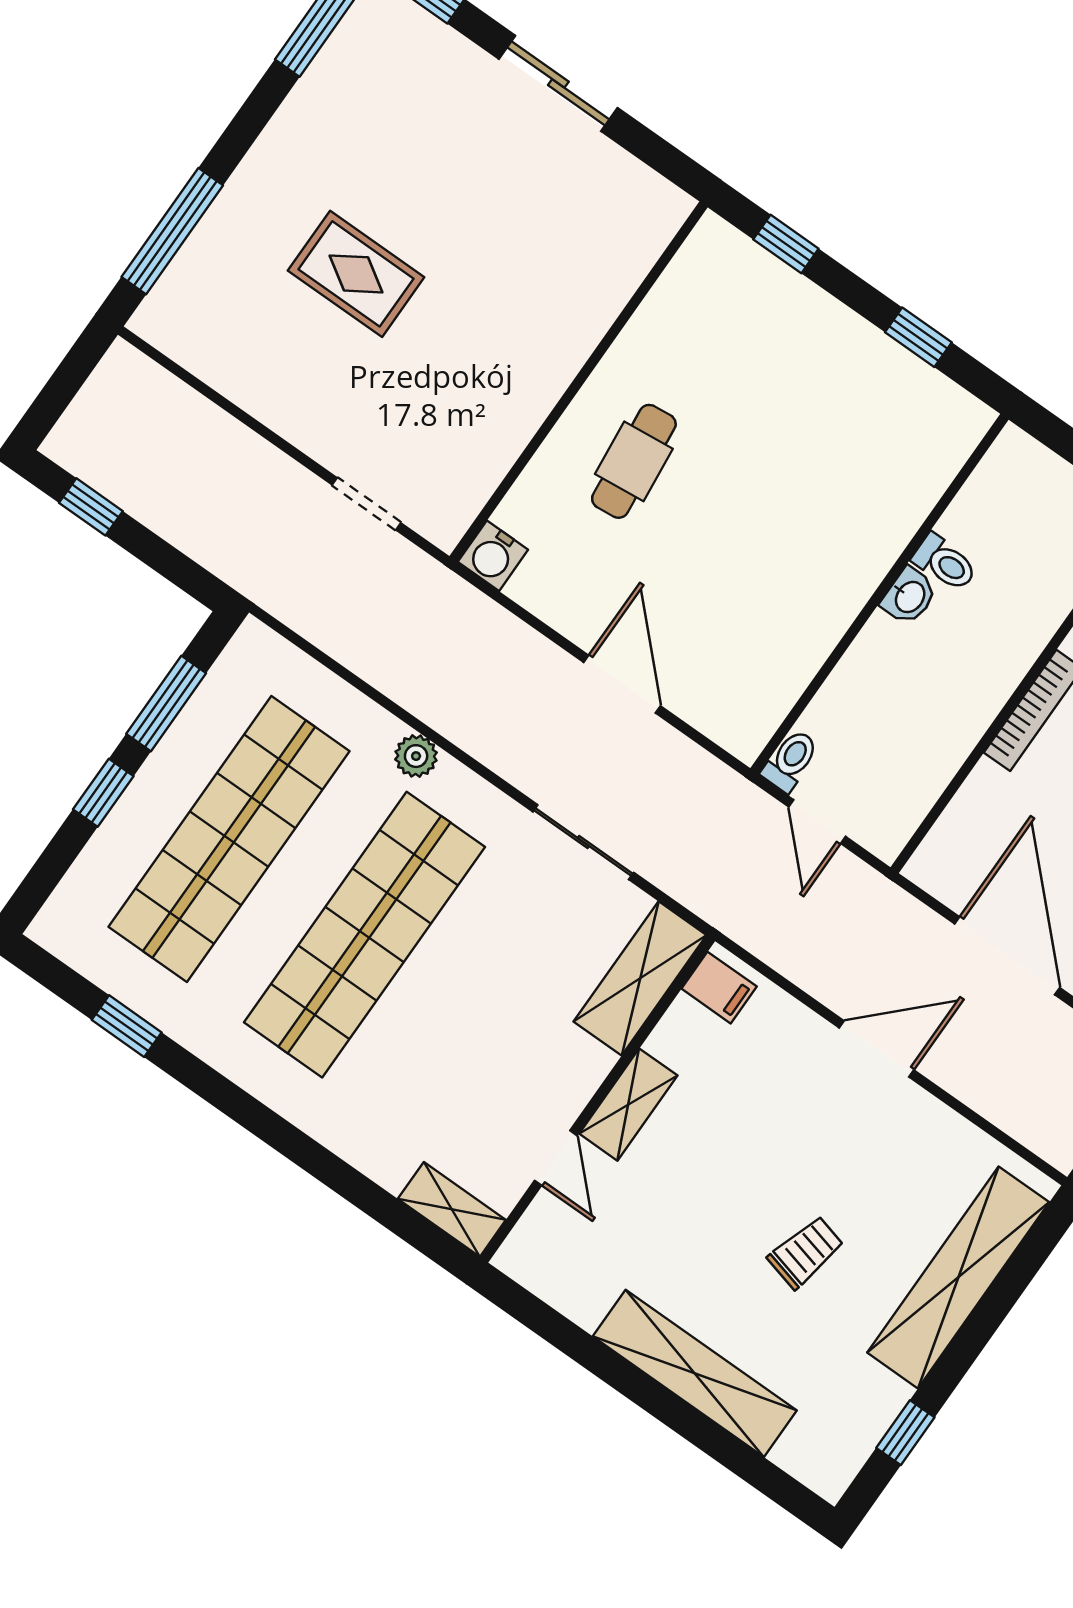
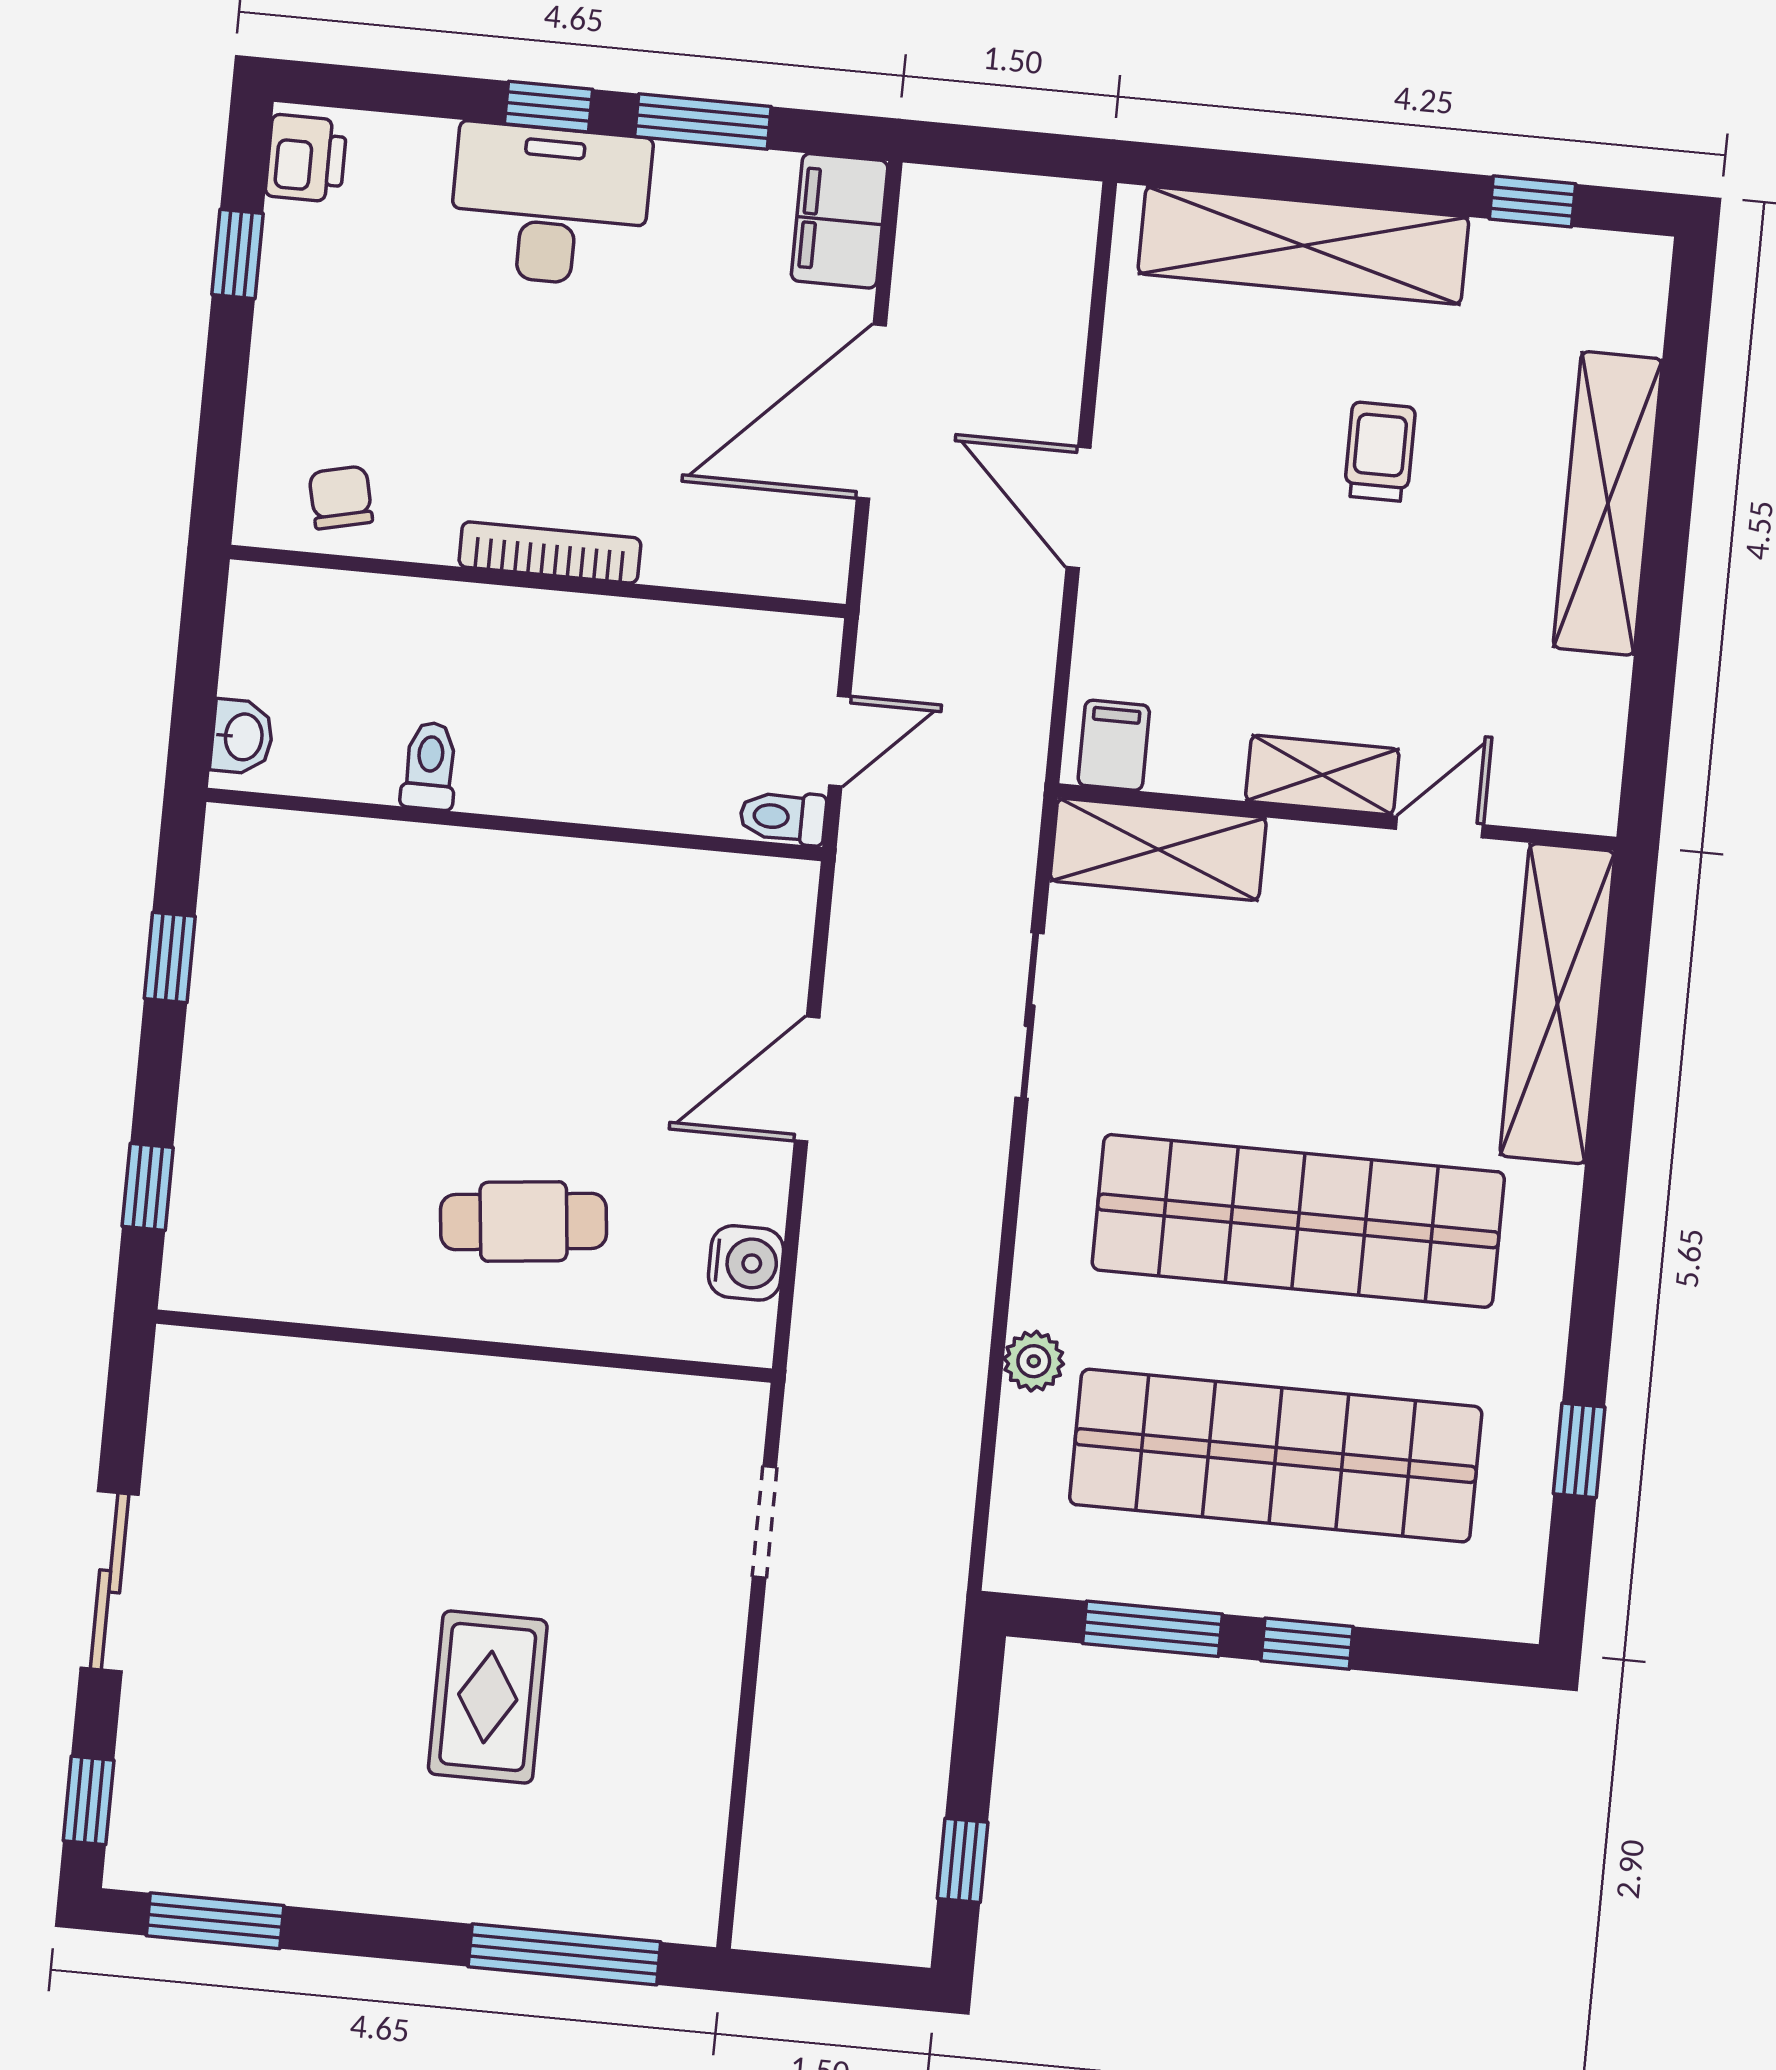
water cooler: (493, 556) -> (746, 1263), moved
washbasin: (909, 596) -> (242, 737), moved, turned 90
plant: (416, 756) -> (1034, 1361), moved
shelving: (452, 1209) -> (1557, 1004), width x2.20, depth x1.33
trolley: (806, 1252) -> (1380, 452), turned 76

